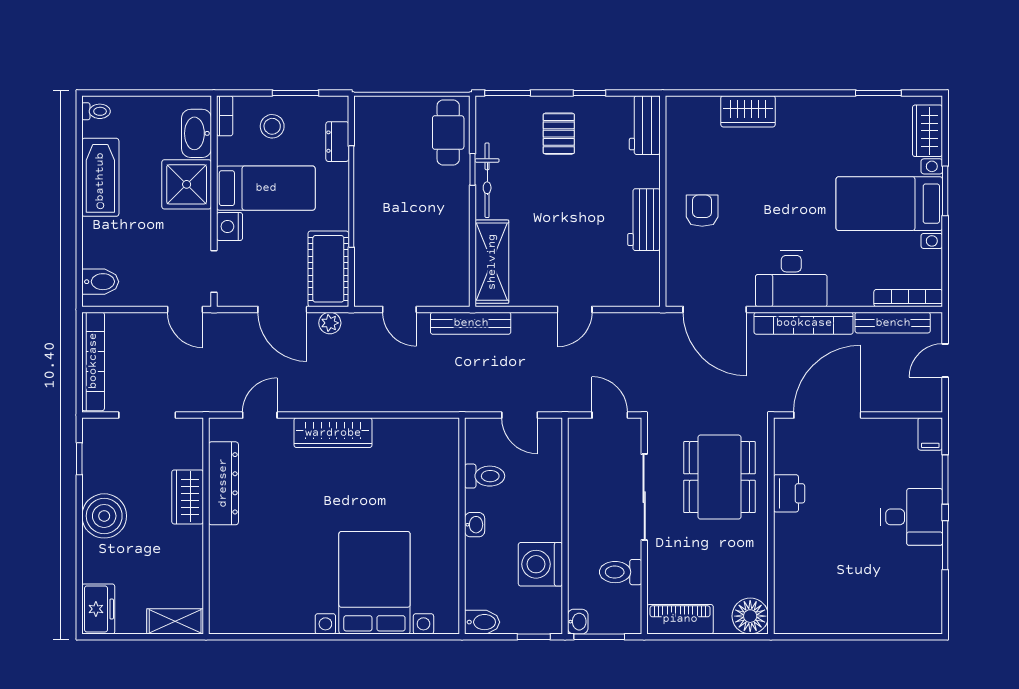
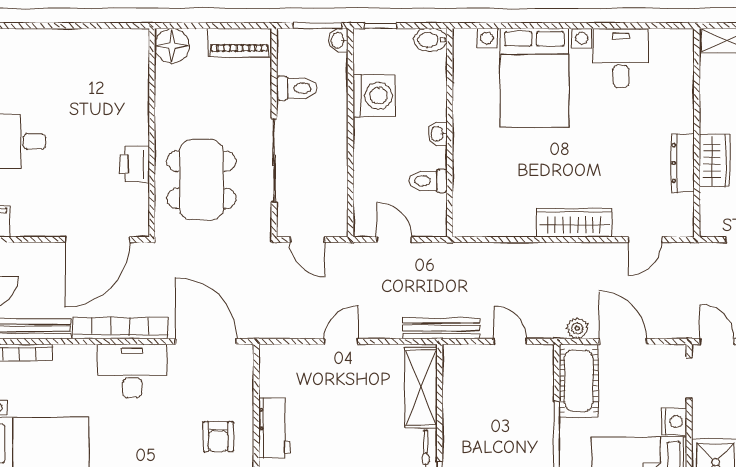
dresser: (223, 483) -> (683, 163), width x0.73, depth x0.80
desk: (285, 603) -> (621, 58), added

